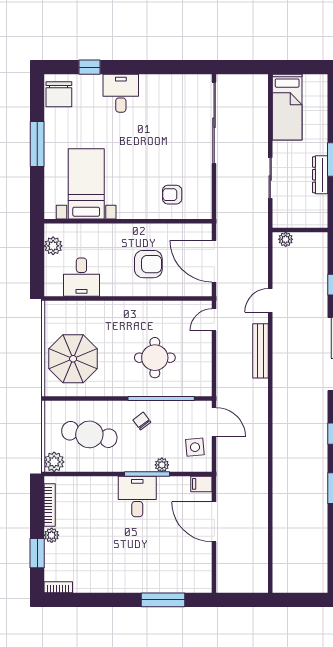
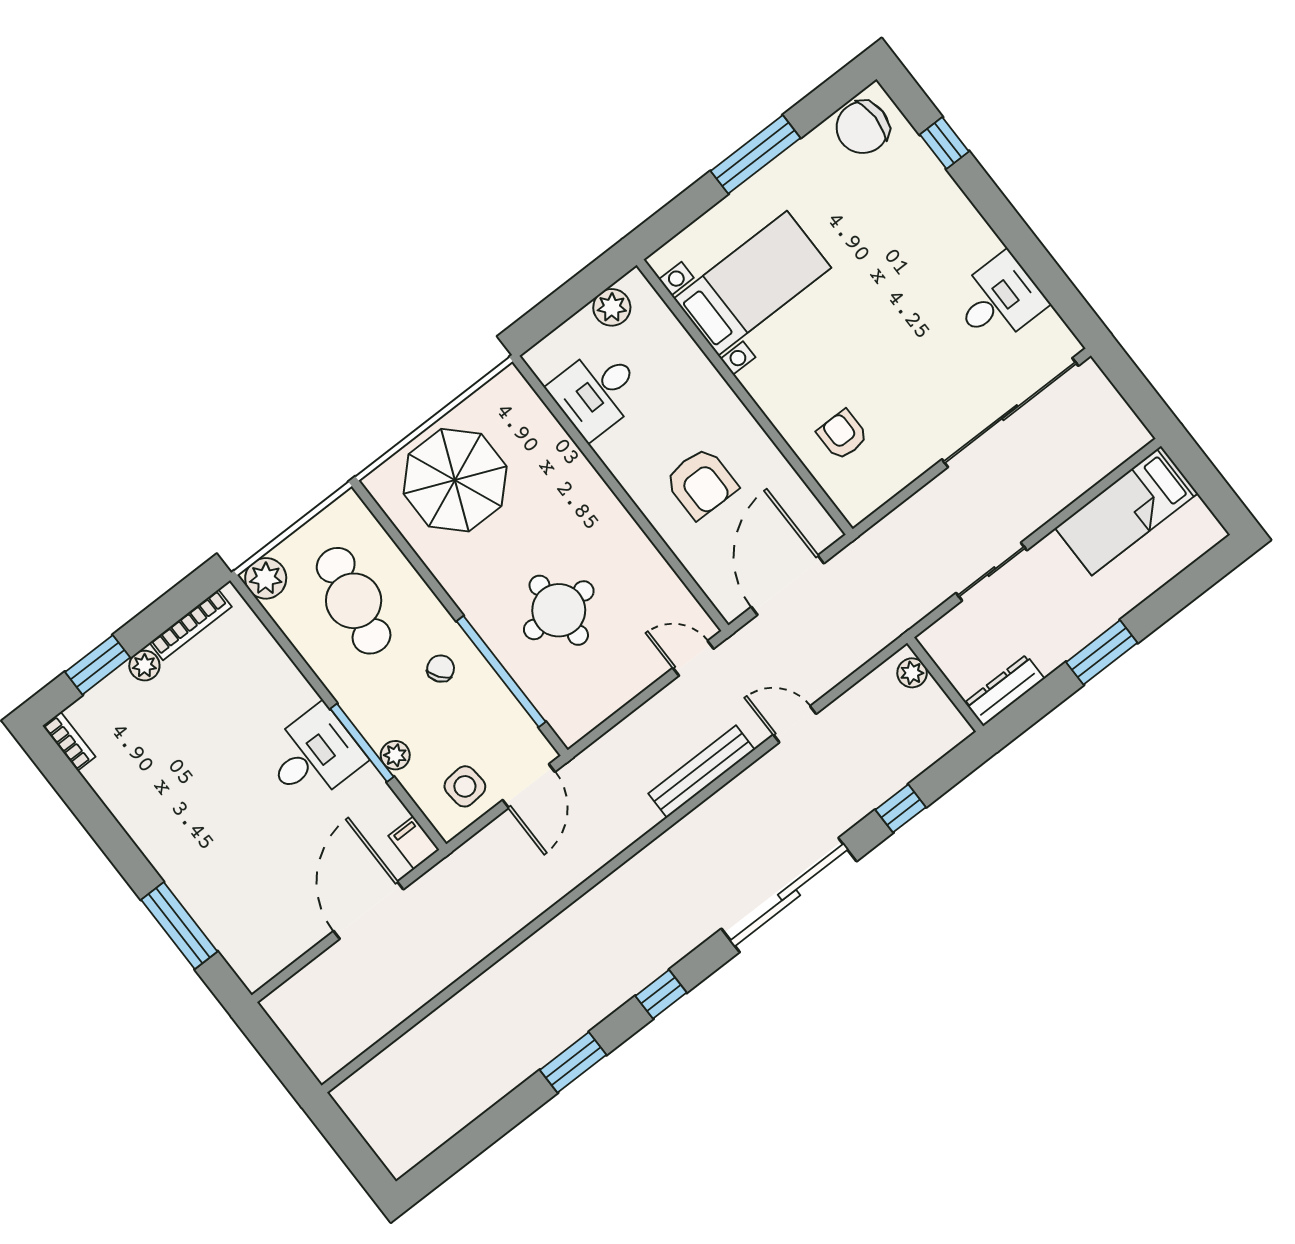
desk: (121, 93) -> (999, 300), moved
dresser: (320, 175) -> (1004, 691), moved

